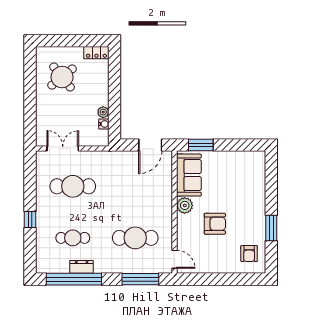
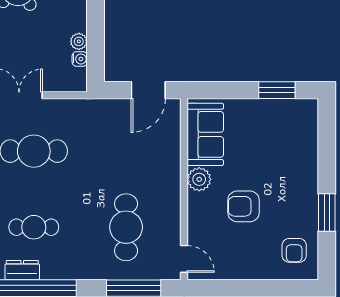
window: (201, 145) -> (277, 90), moved
armchair: (215, 224) -> (244, 206), turned 180
cafe table: (135, 238) -> (126, 227), turned 90
dresser: (82, 267) -> (22, 270), moved

